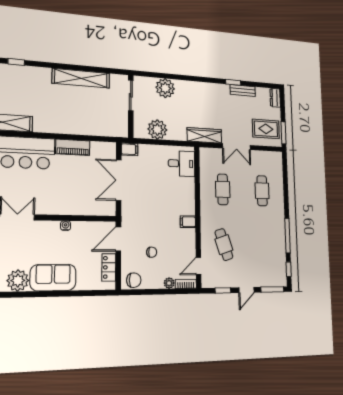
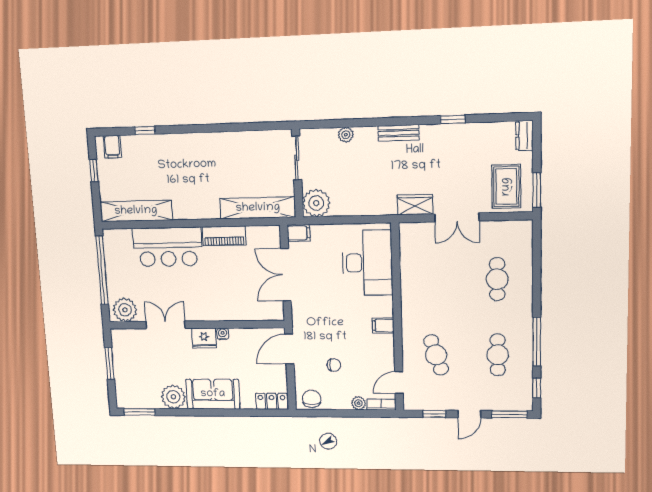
shelving: (81, 78) -> (258, 208), moved
plant: (165, 88) -> (346, 135), width x0.53, depth x0.53
bench: (243, 91) -> (399, 133), moved
plant: (157, 129) -> (316, 203), moved
rug: (266, 129) -> (506, 187), turned 90
wardrobe: (204, 135) -> (415, 205), width x0.67
desk: (182, 164) -> (367, 263), width x1.87, depth x1.30
cafe table: (223, 189) -> (498, 355), moved
fridge: (49, 229) -> (204, 338), added
locker: (109, 267) -> (272, 401), moved, turned 90
chair: (134, 280) -> (312, 399), turned -90

